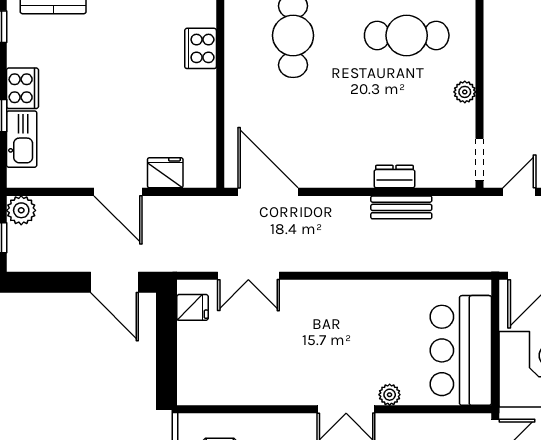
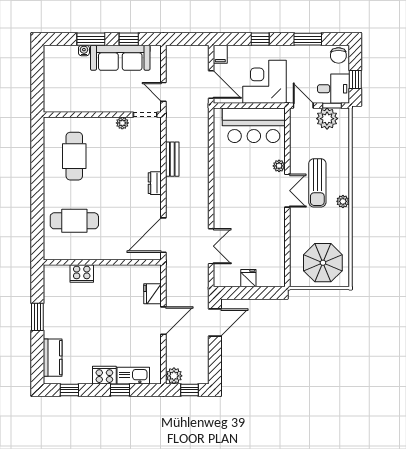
plant: (465, 92) -> (122, 123), moved
dresser: (394, 177) -> (155, 183), moved
fridge: (193, 307) -> (248, 278), moved

